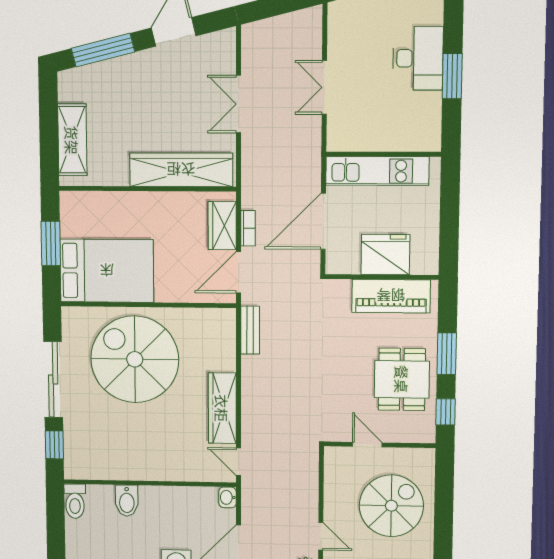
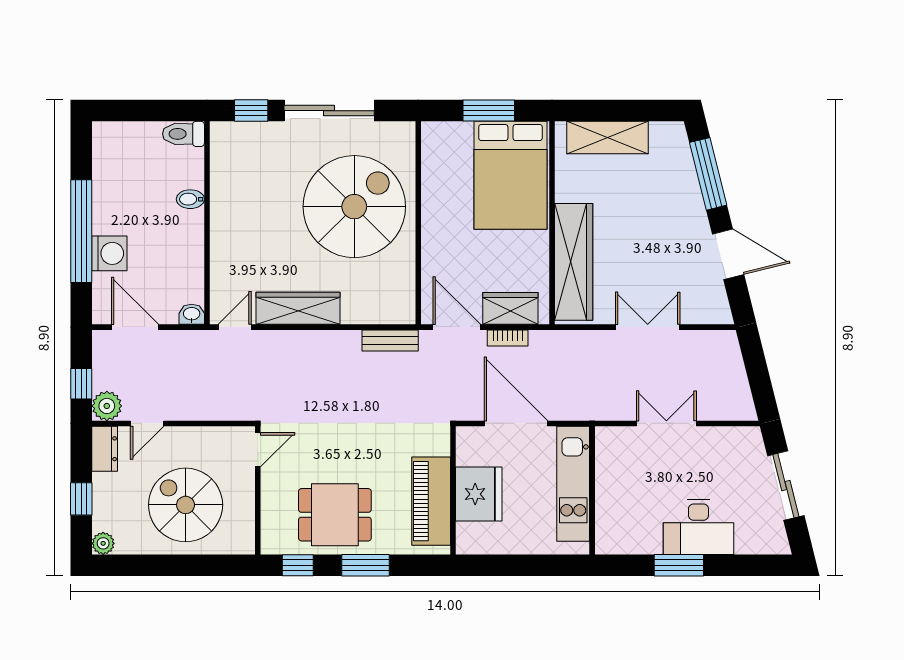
bed: (107, 271) -> (510, 175), moved
door: (367, 445) -> (258, 450), moved
bidet: (127, 501) -> (190, 199), width x0.72, depth x0.74
spiral stairs: (391, 506) -> (186, 505), turned 180

